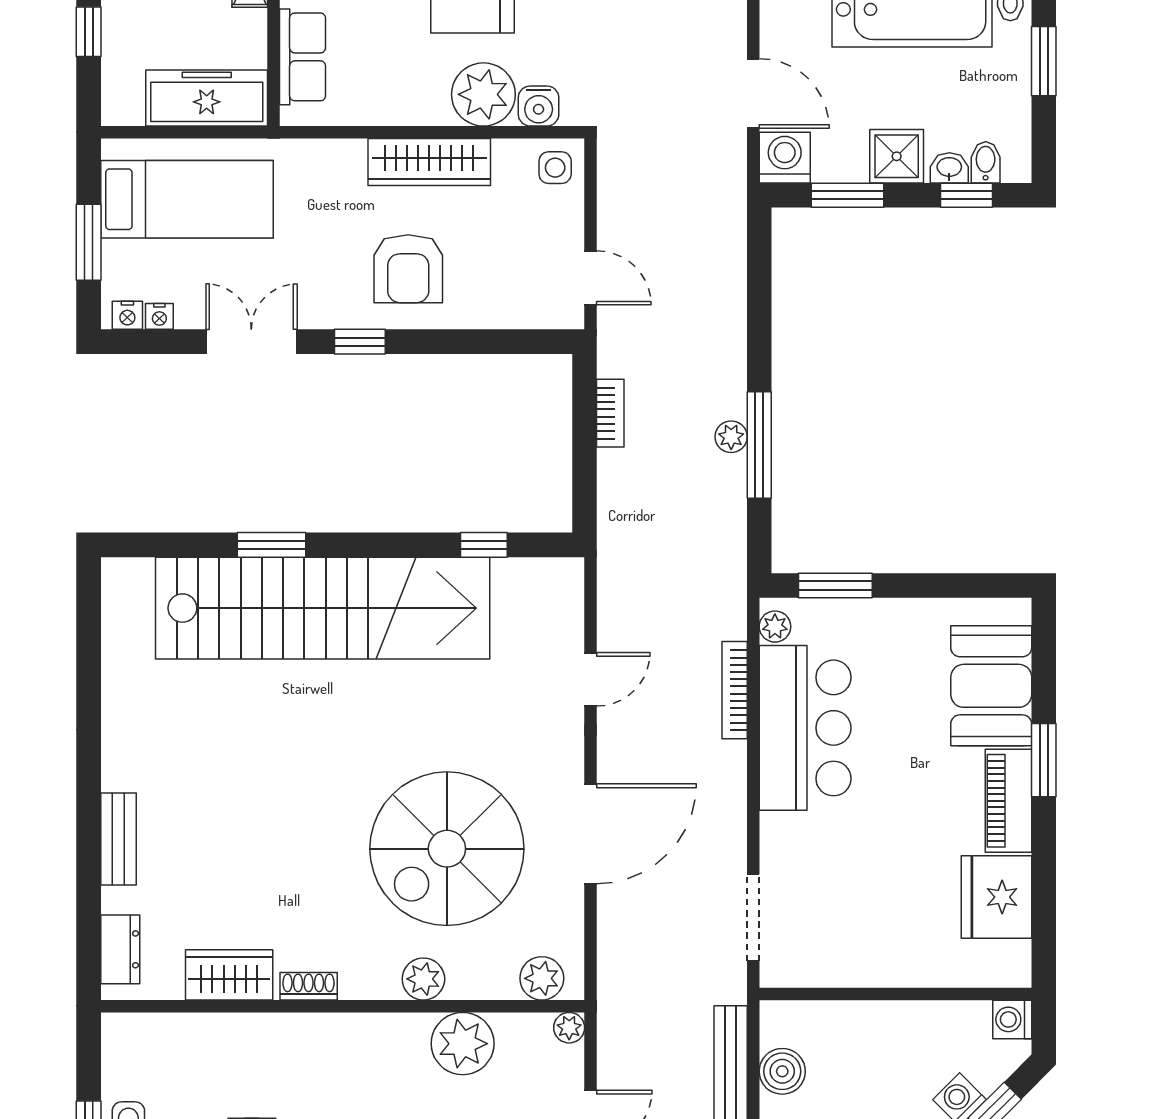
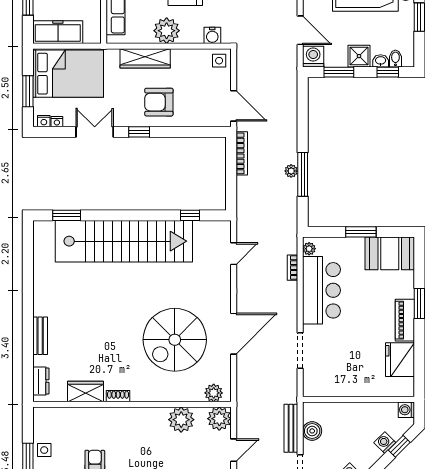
plant: (483, 94) -> (167, 31), moved
freezer: (207, 98) -> (58, 32), moved
wardrobe: (429, 162) -> (145, 58), moved
bed: (187, 199) -> (68, 74), width x1.50
armchair: (408, 269) -> (159, 102), turned 90
door: (591, 278) -> (234, 106), width x1.38
bookcase: (610, 413) -> (242, 153), width x1.56
window: (272, 545) -> (67, 215), moved
window: (835, 585) -> (361, 232), moved
door: (591, 679) -> (234, 254), moved
booth: (991, 686) -> (390, 253), moved, turned 90
bookcase: (735, 690) -> (293, 268), width x0.64
doorway: (753, 918) -> (300, 351), moved
plant: (423, 979) -> (165, 393), removed
plant: (569, 1028) -> (219, 419), width x1.88, depth x1.88

